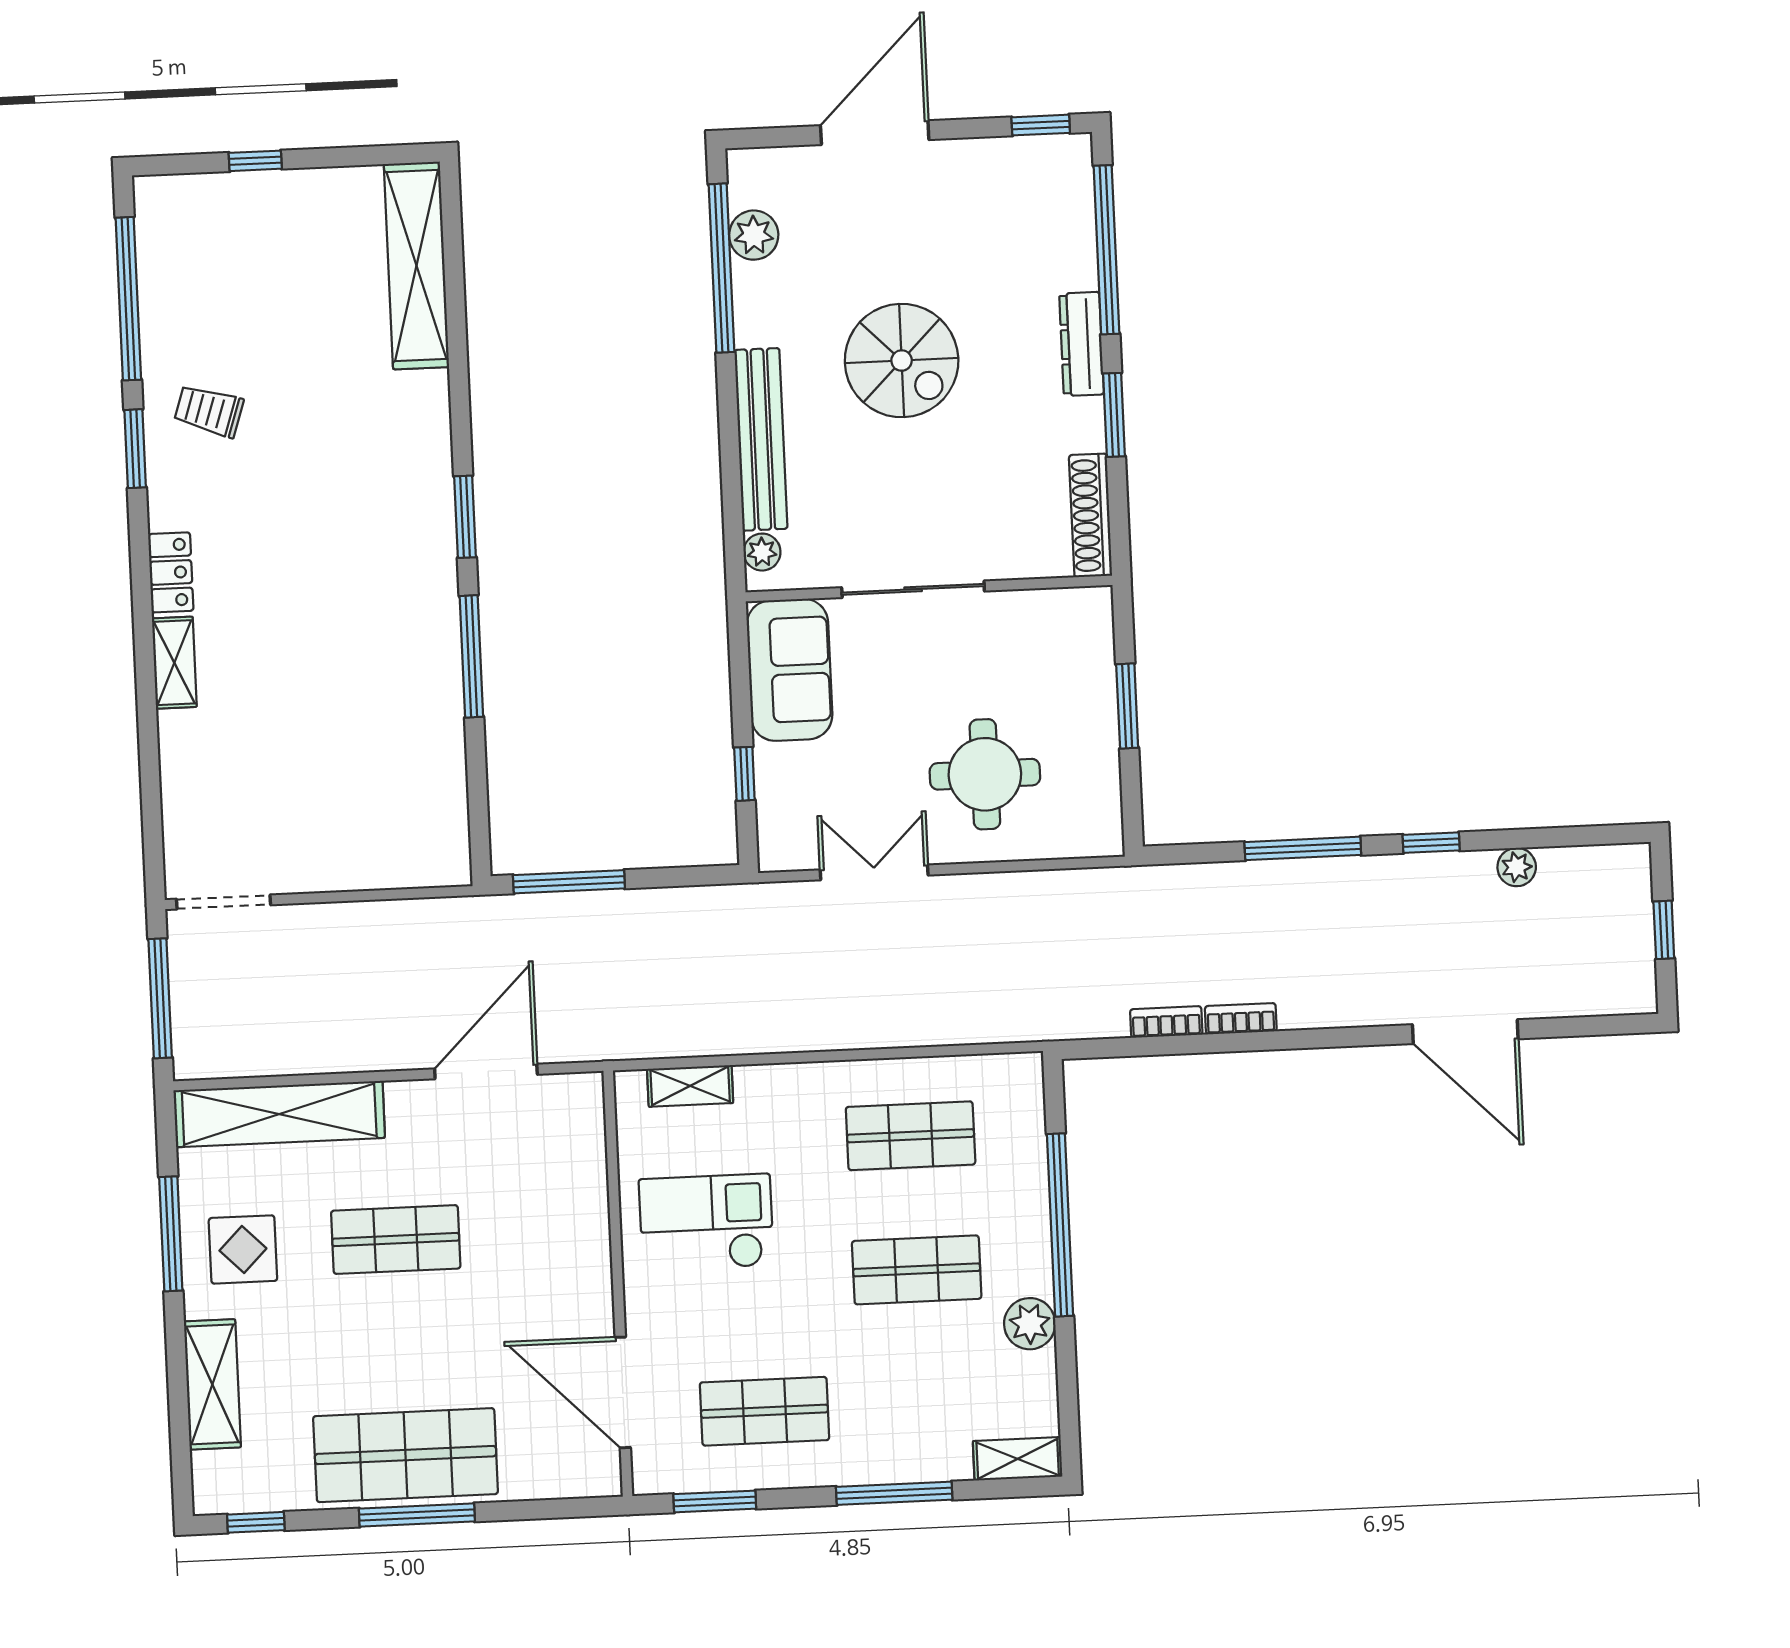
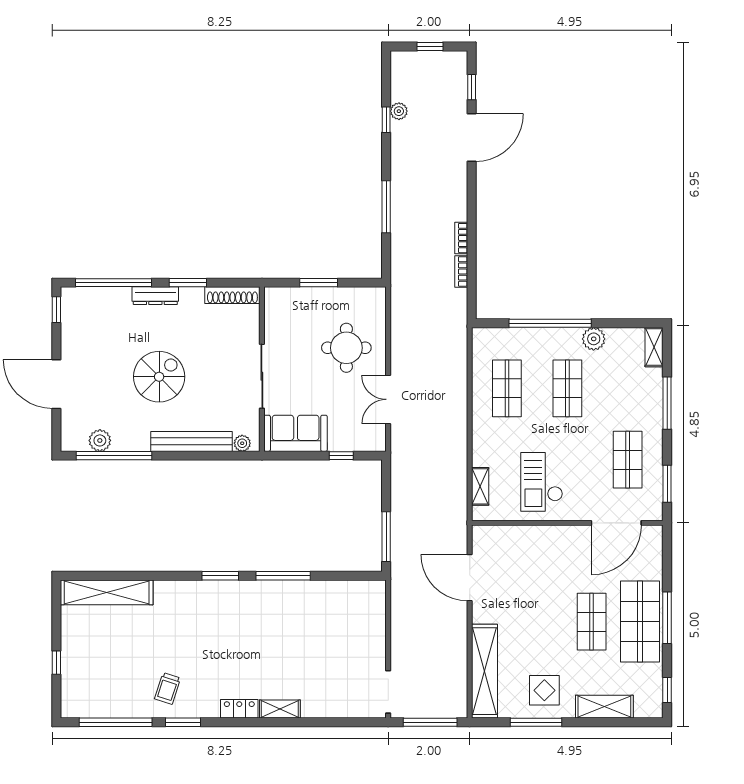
window: (1431, 843) -> (386, 120), moved
window: (1578, 1027) -> (472, 87), added
shop shelf: (396, 1240) -> (592, 622), moved

